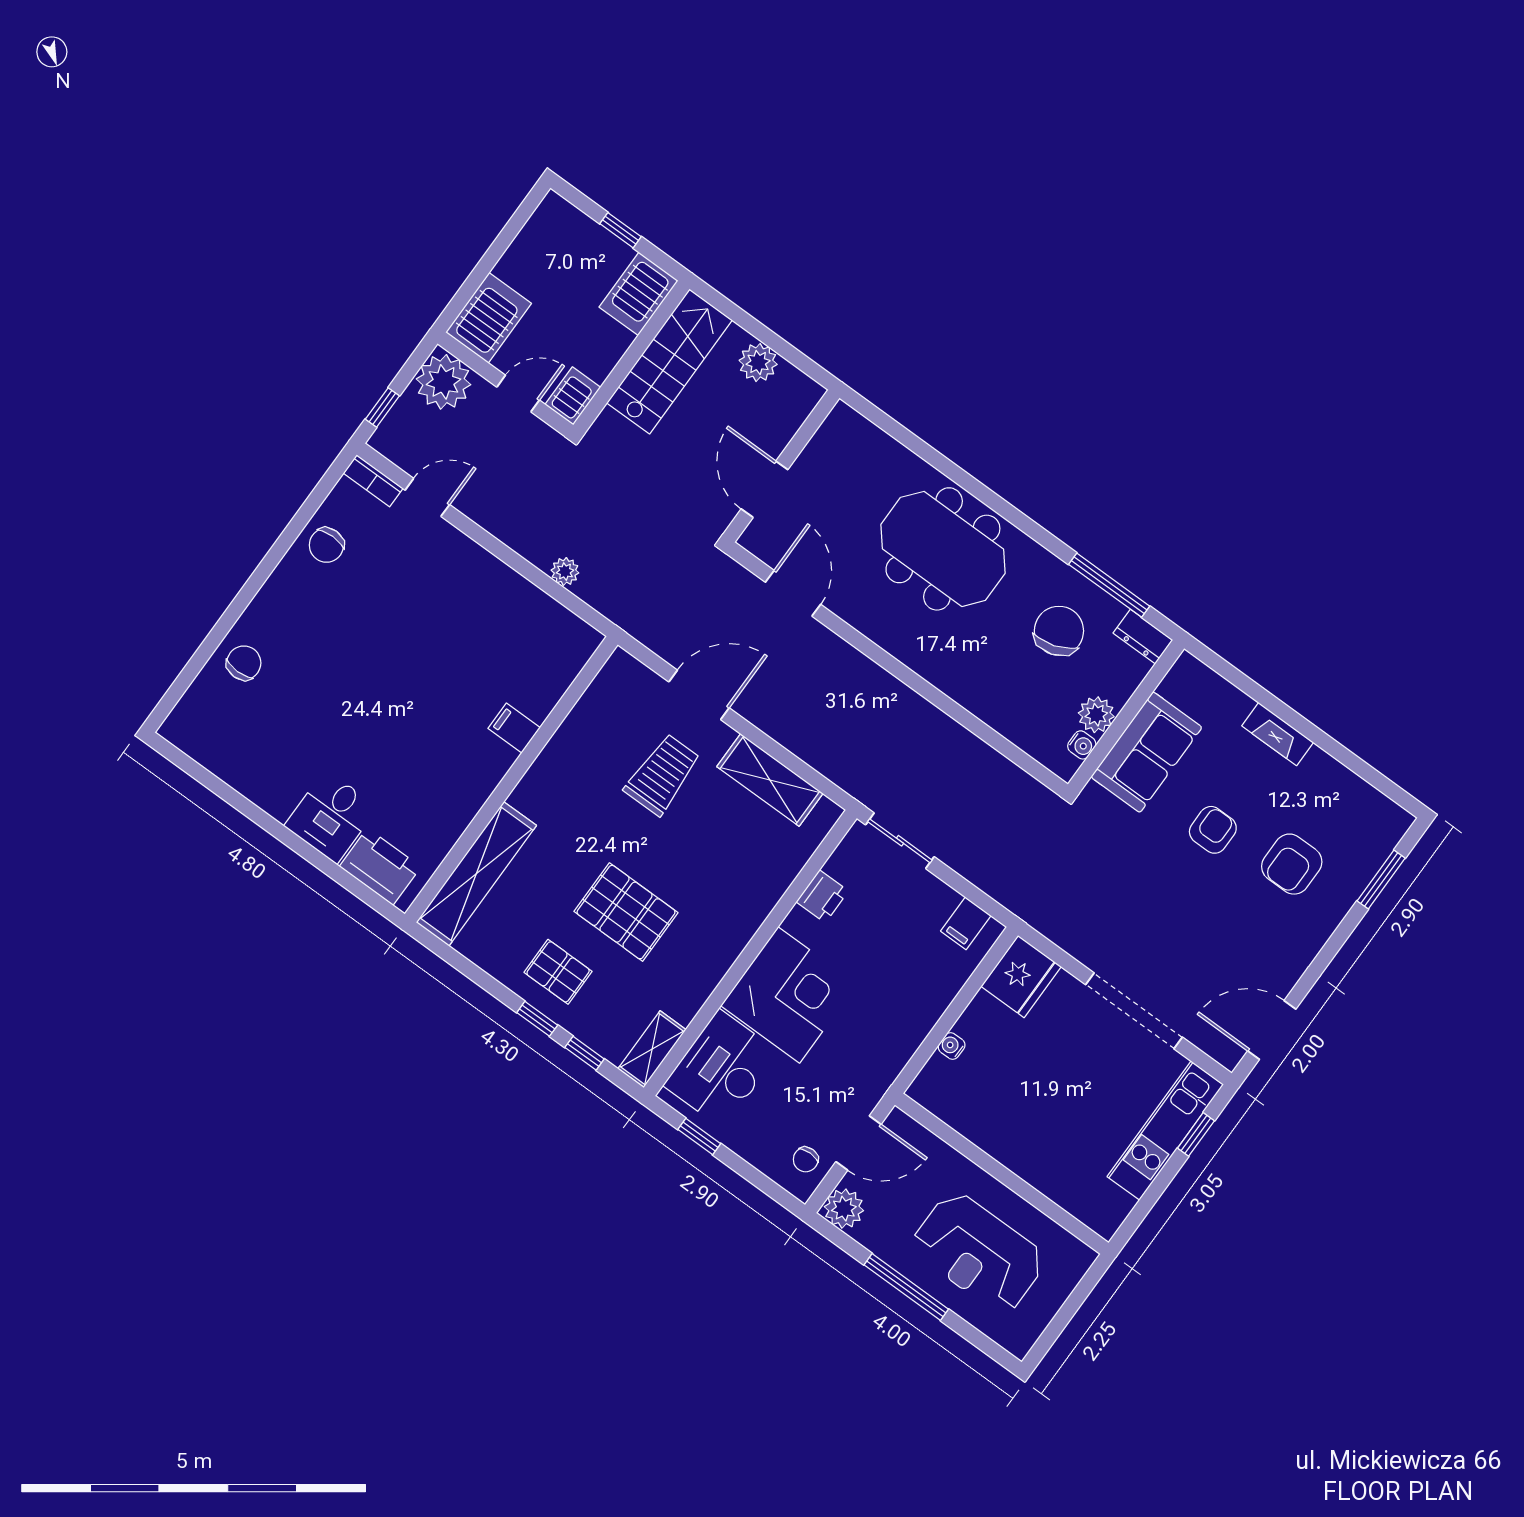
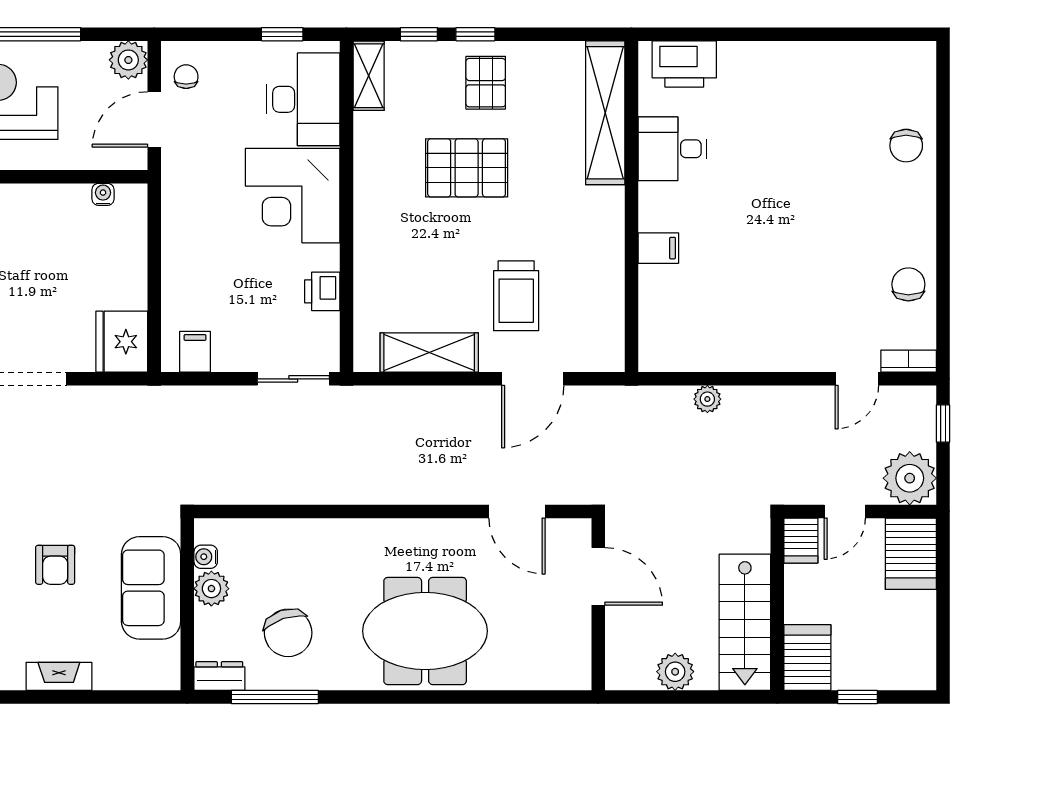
desk: (331, 817) -> (672, 149), moved, turned -90
pallet: (558, 972) -> (486, 83), turned 90
water cooler: (952, 1046) -> (103, 194), moved, turned -90

